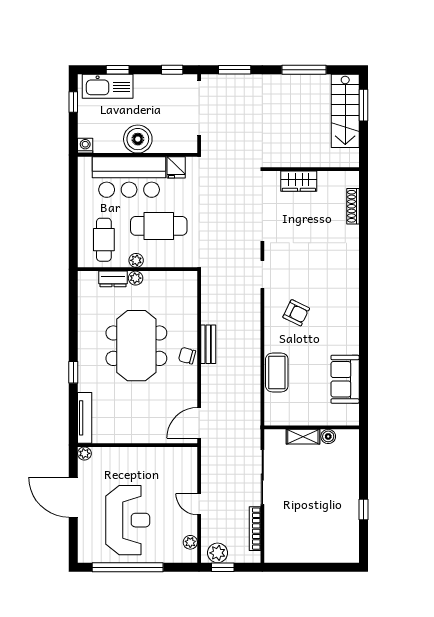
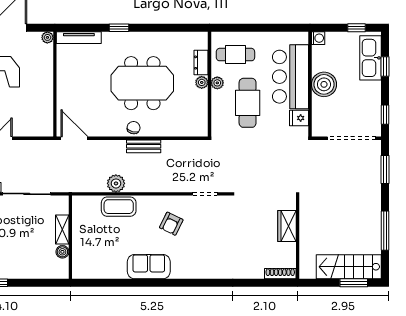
shoe rack: (353, 206) -> (280, 274), moved
plant: (250, 376) -> (116, 183), added
sofa: (345, 379) -> (149, 267), moved

